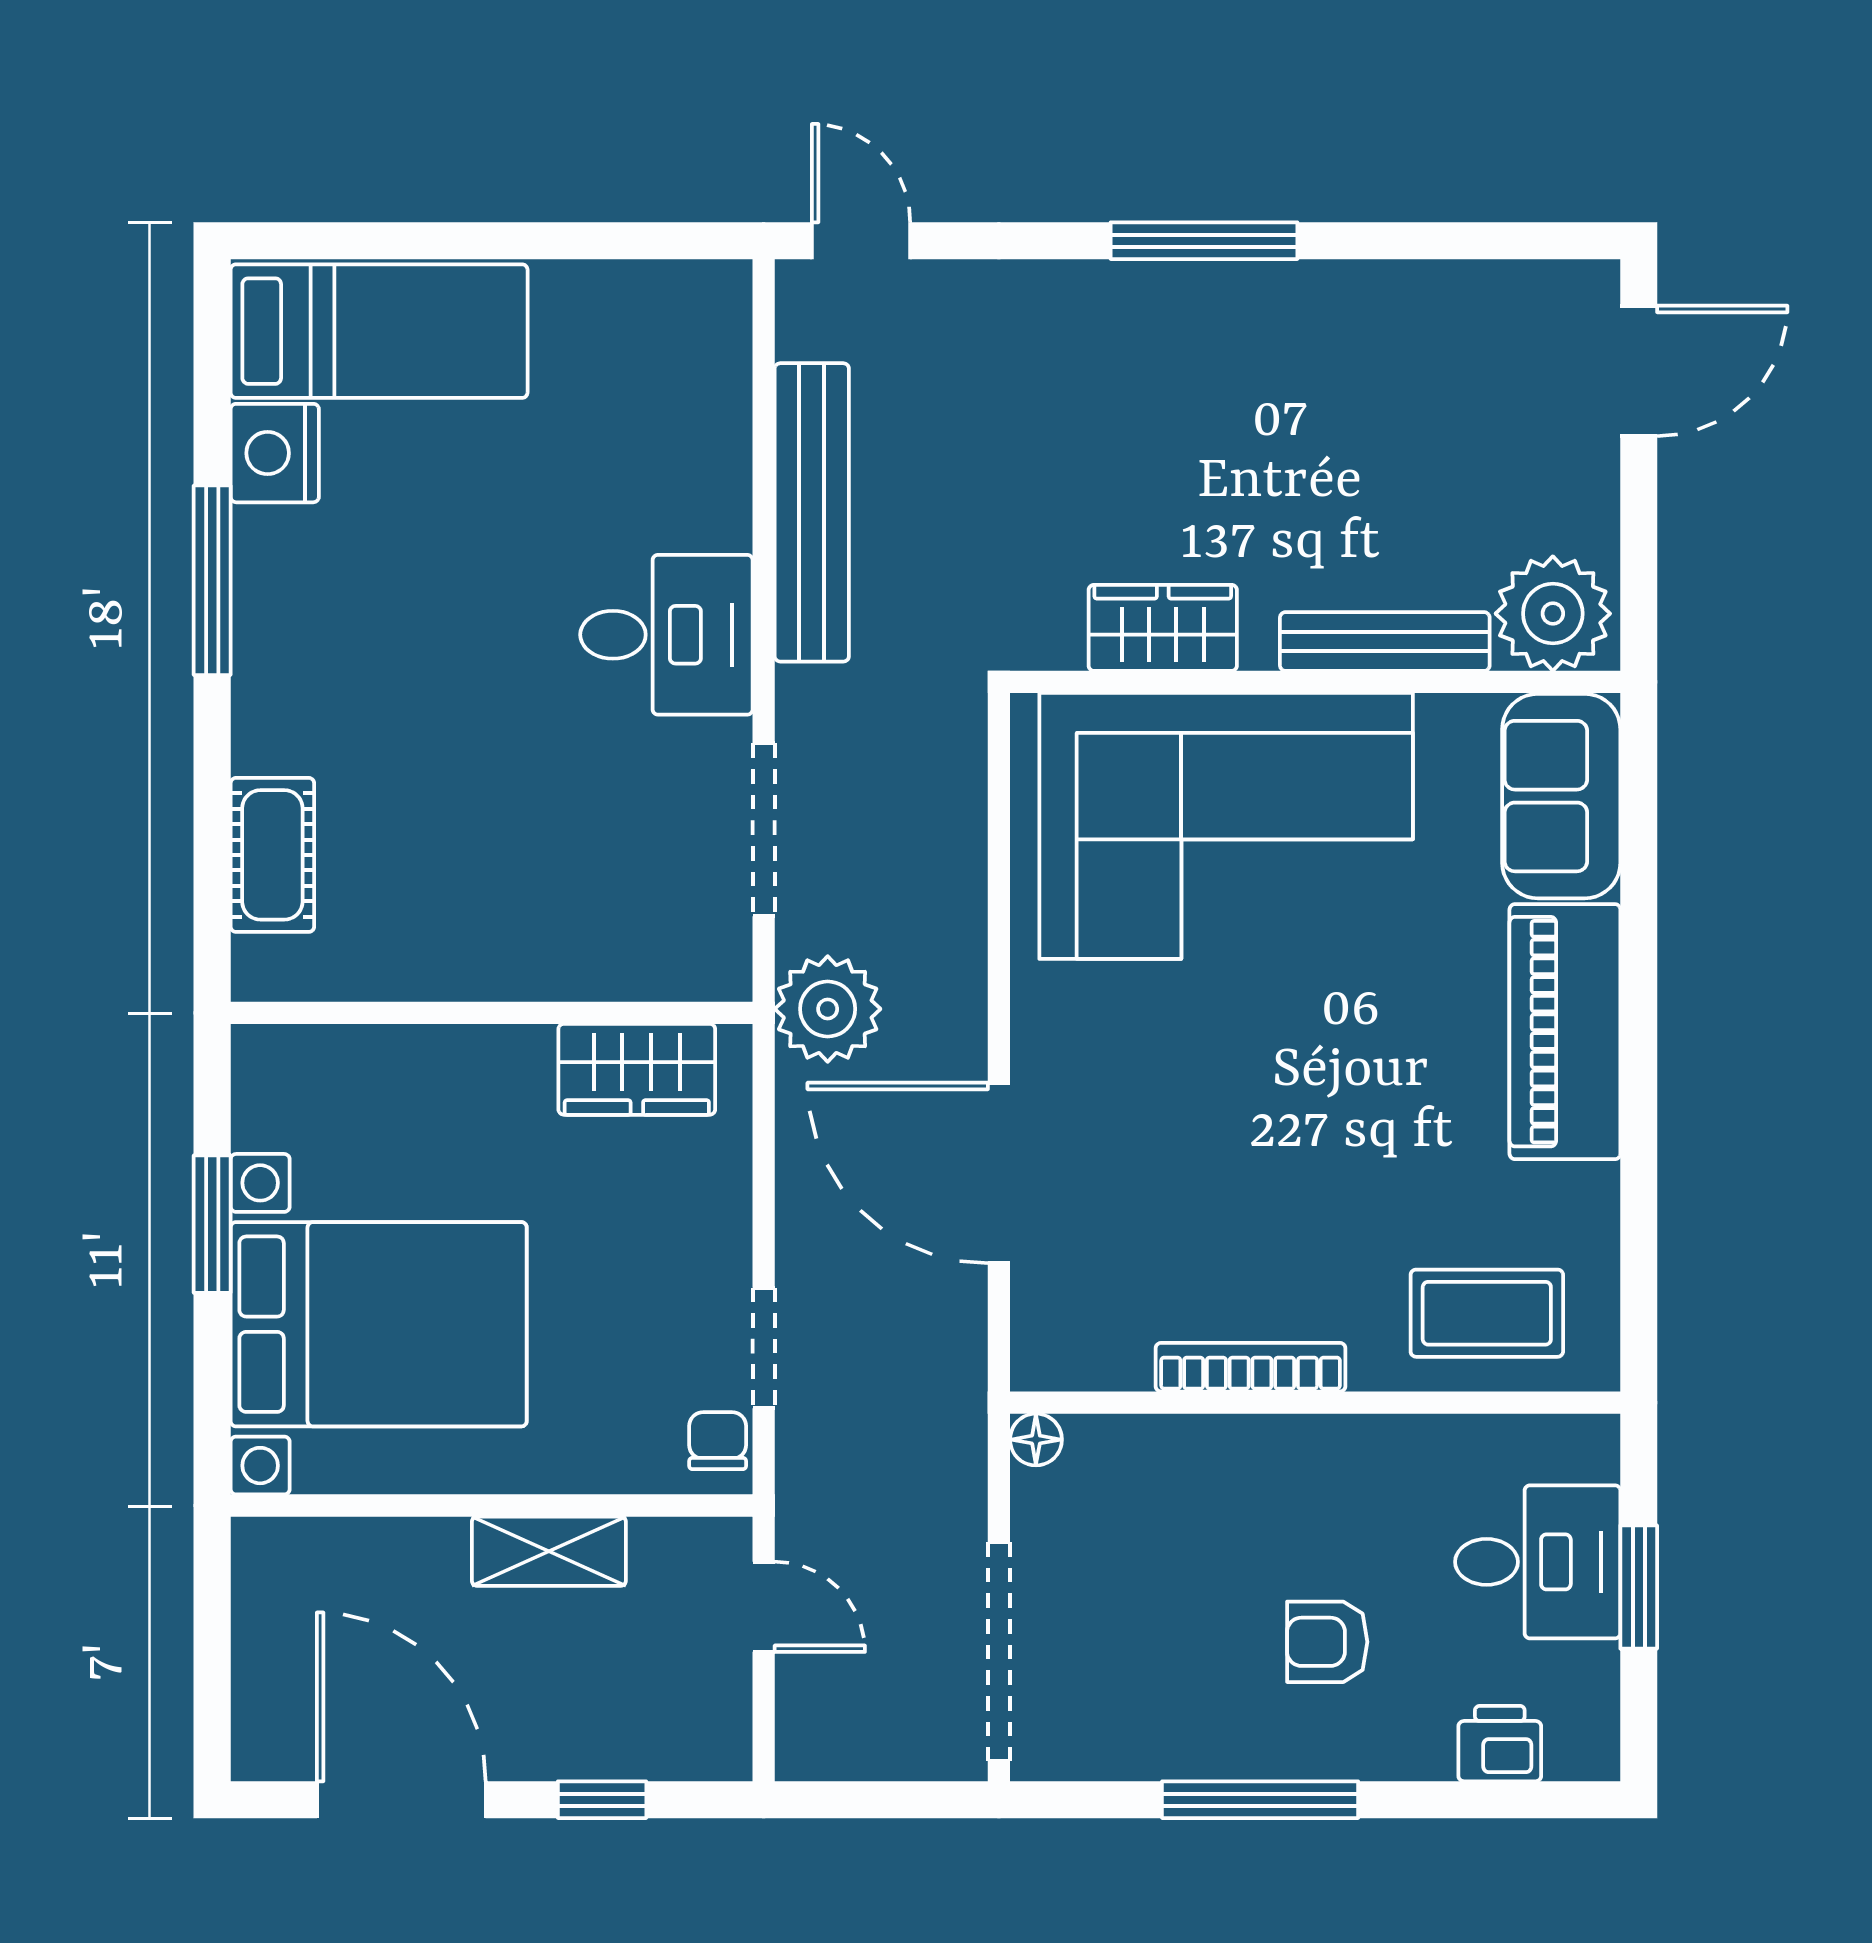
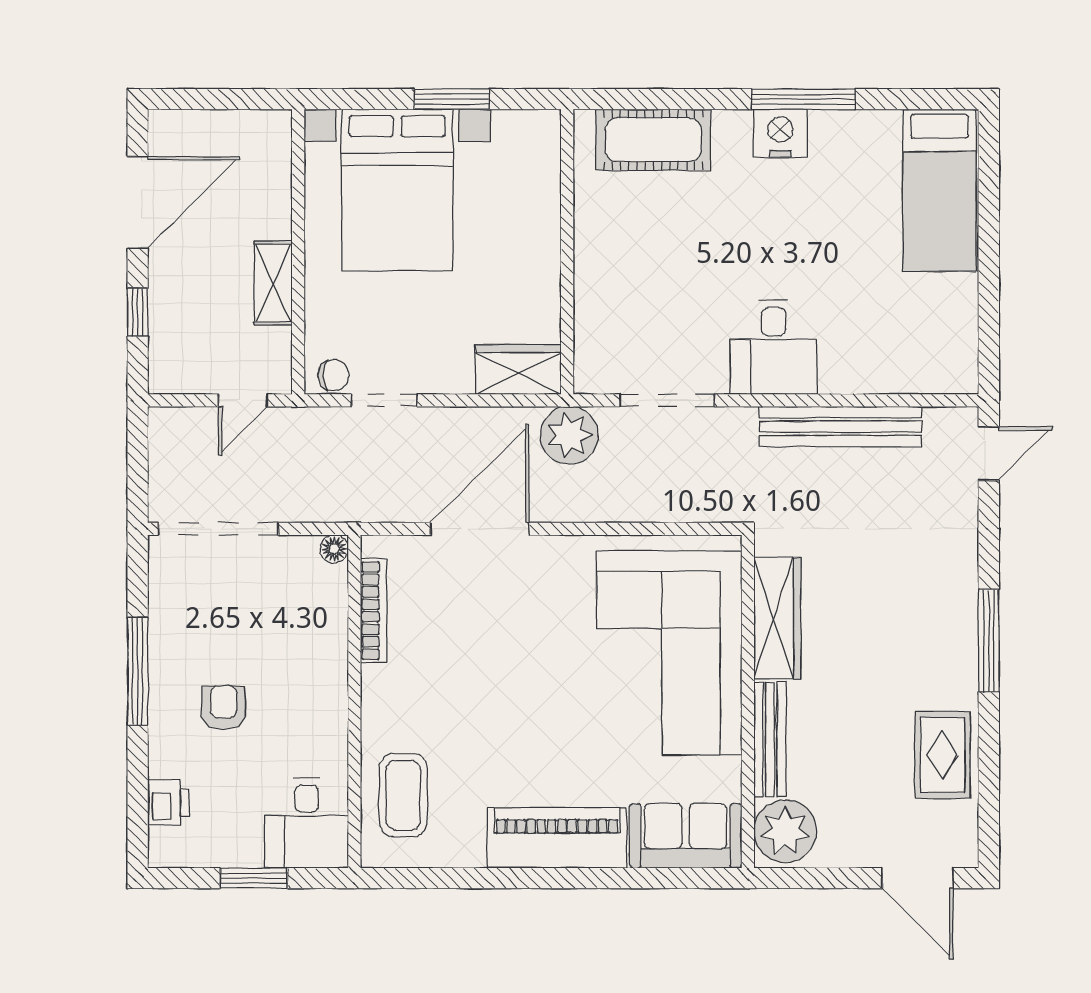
rug: (1413, 325) -> (943, 755), added
nightstand: (275, 453) -> (780, 133), moved
wardrobe: (1163, 628) -> (777, 618), width x1.50
cot: (272, 855) -> (653, 140), width x1.37, depth x1.34
wardrobe: (637, 1069) -> (518, 369), moved, turned 90
bookcase: (1251, 1367) -> (374, 611), moved
desk: (1538, 1562) -> (307, 823), moved

